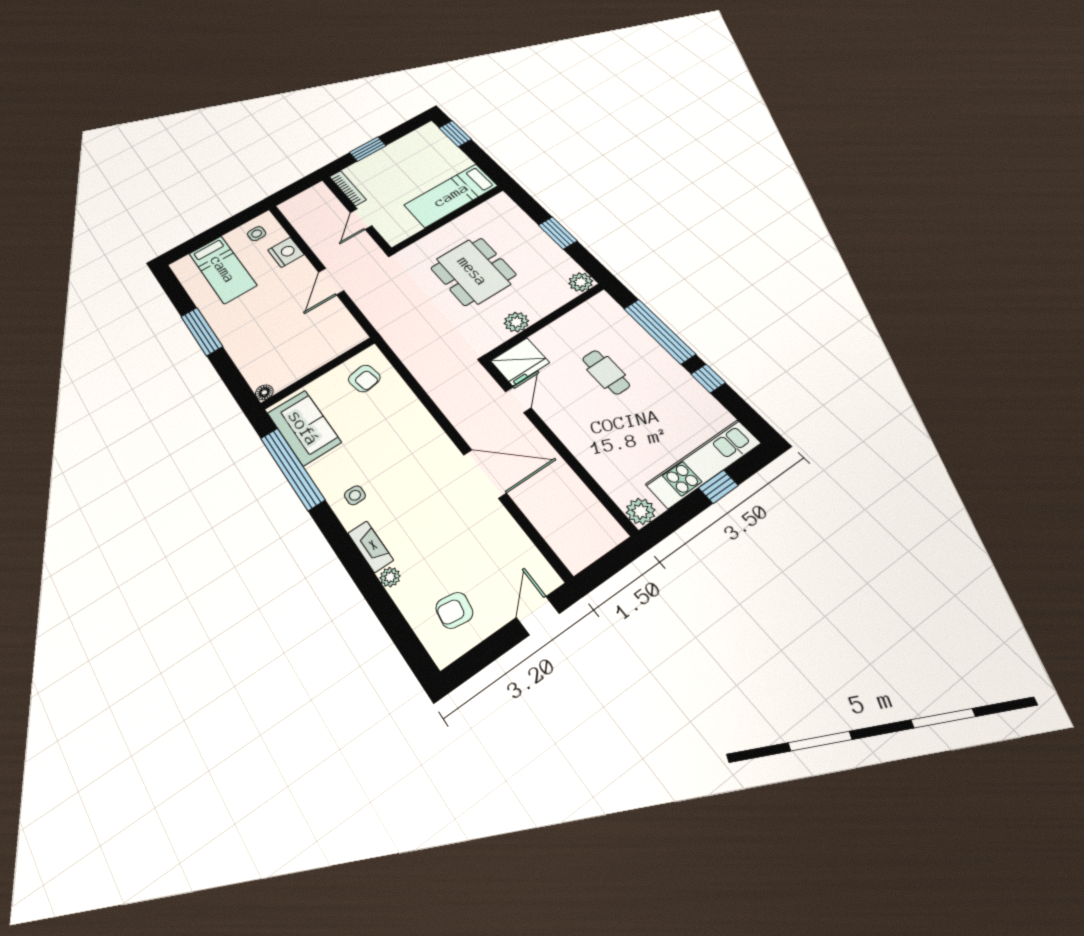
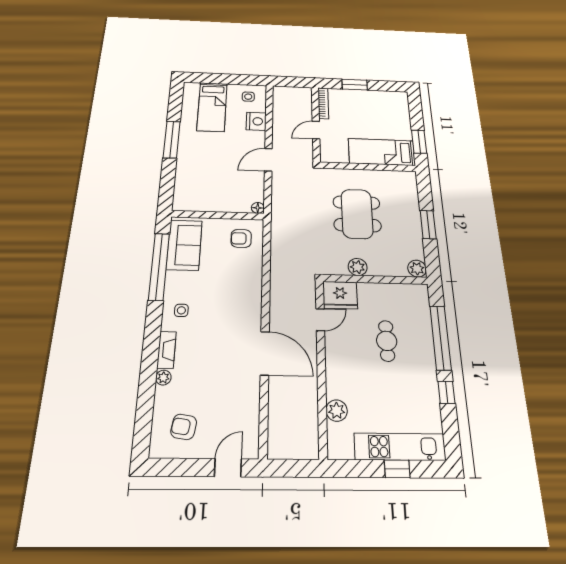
window: (455, 134) -> (419, 142), moved
armchair: (364, 378) -> (241, 238), turned 100
floor lamp: (264, 392) -> (258, 208), moved
plant: (641, 511) -> (337, 411), moved

